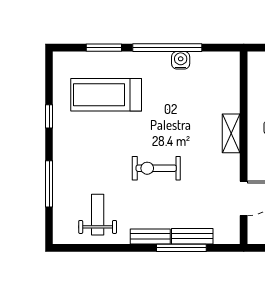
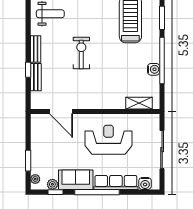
shelving: (231, 133) -> (139, 103), moved
window: (181, 248) -> (28, 70), width x0.46

